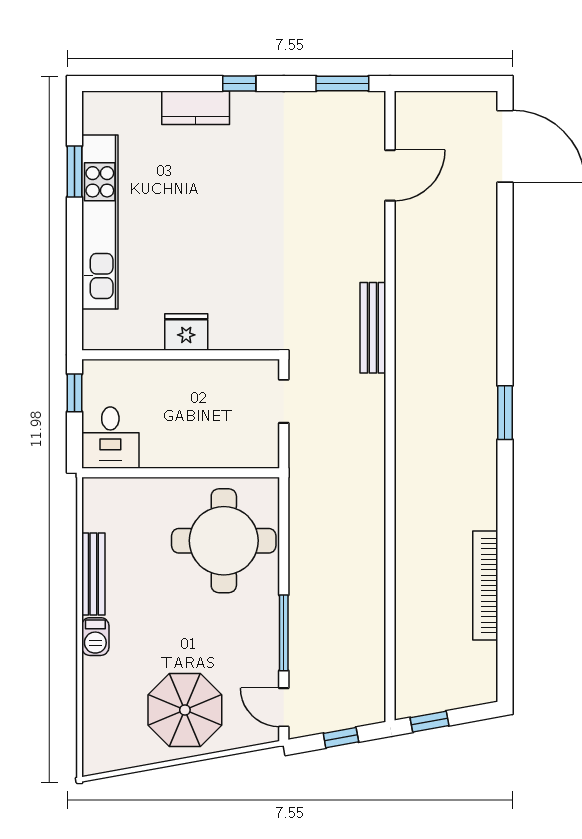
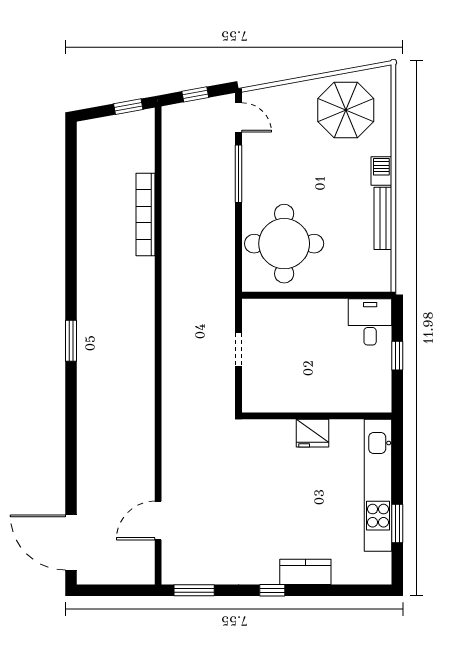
bench: (373, 328) -> (171, 405), removed
fridge: (186, 332) -> (313, 433), moved
wall: (181, 355) -> (317, 416), moved
bookcase: (485, 586) -> (145, 215), moved, turned 180
parasol: (185, 710) -> (346, 110), moved

